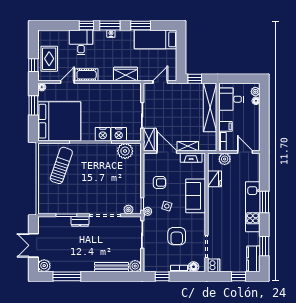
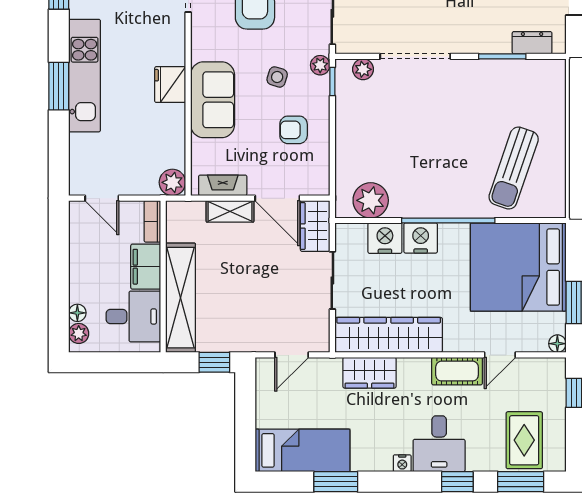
window: (110, 25) -> (521, 482), moved
desk: (81, 42) -> (439, 444), moved
rug: (49, 59) -> (524, 440), moved
wardrobe: (117, 91) -> (389, 335), added
filing cabinet: (225, 126) -> (146, 267), width x2.00
plant: (225, 159) -> (172, 182), moved
fridge: (215, 179) -> (170, 85), moved
dresser: (80, 221) -> (532, 43), moved

